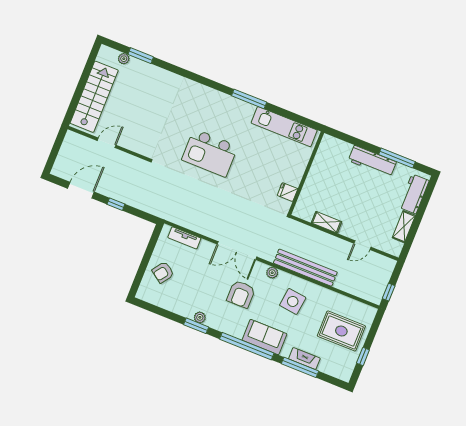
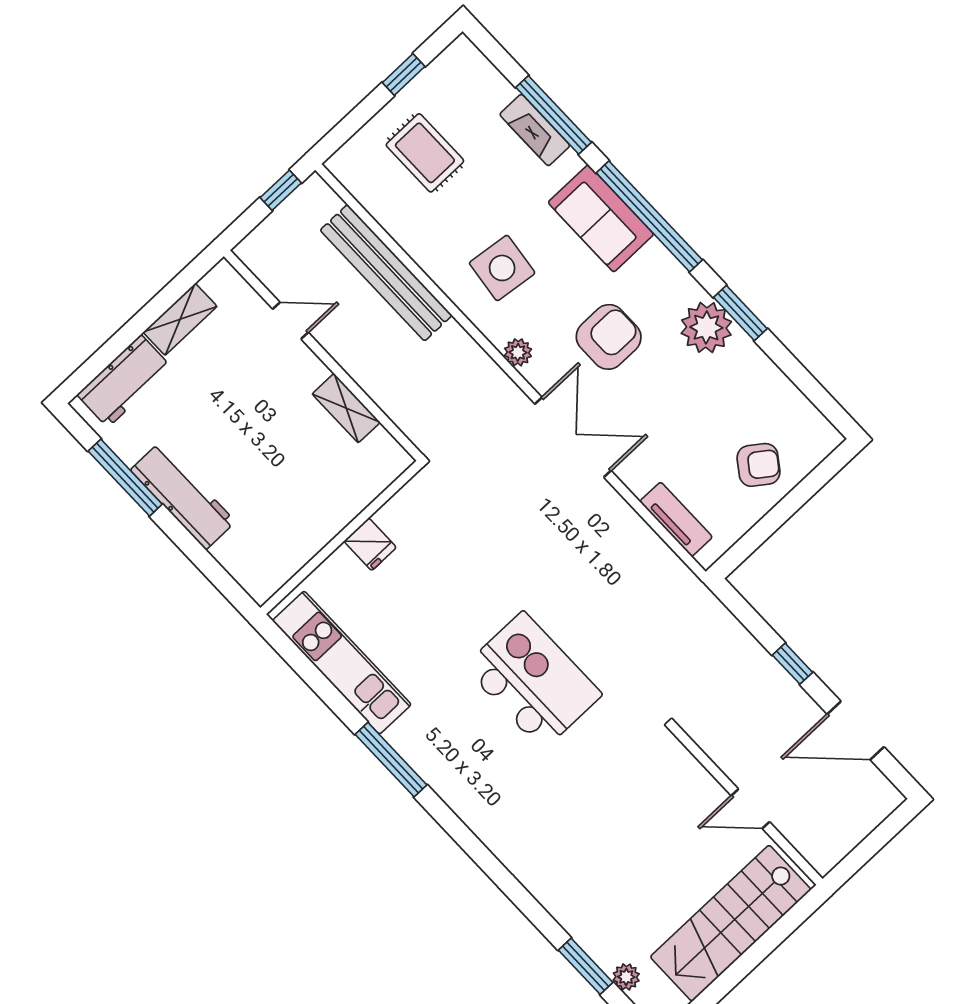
fridge: (288, 192) -> (370, 544), moved
bench: (305, 268) -> (386, 273), moved
plant: (200, 317) -> (706, 327), width x1.88, depth x1.88
rug: (341, 331) -> (425, 153), width x0.73, depth x0.70

